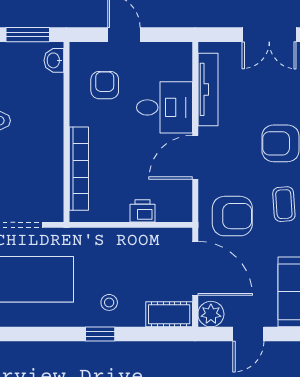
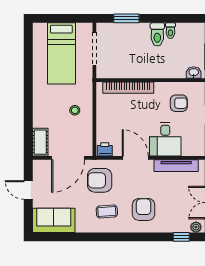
printer: (143, 211) -> (105, 149), moved, turned -90
armchair: (232, 216) -> (100, 180), turned 90
stool: (109, 302) -> (75, 110), moved
plant: (211, 314) -> (40, 167), removed
window: (100, 334) -> (28, 100), removed

